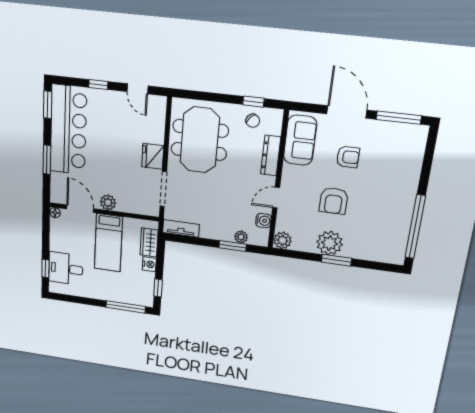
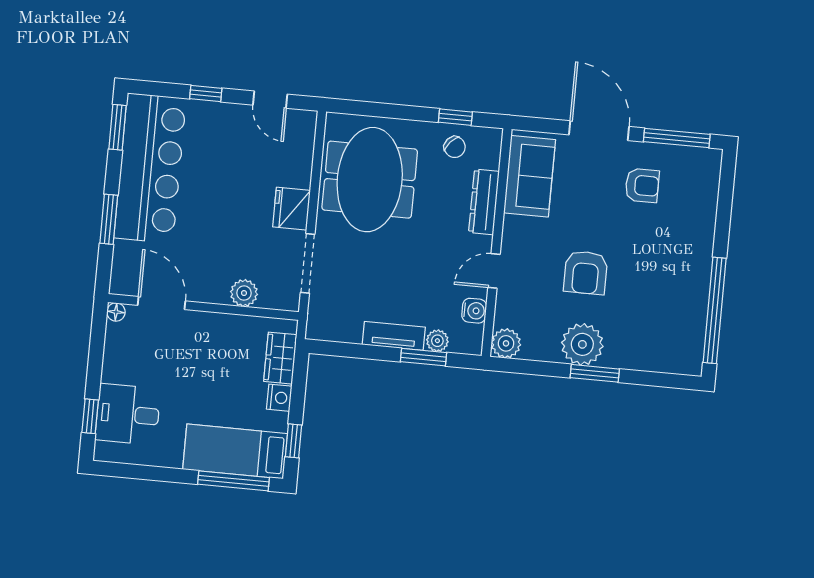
armchair: (348, 157) -> (642, 185), moved
plant: (108, 202) -> (244, 293), moved
tv unit: (181, 228) -> (394, 336), moved
bed: (108, 243) -> (235, 451), moved, turned 90

